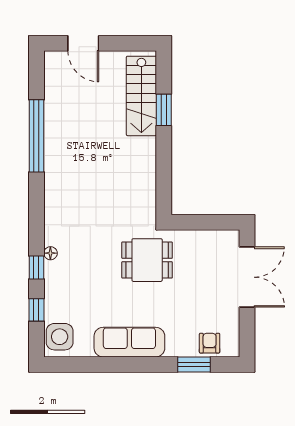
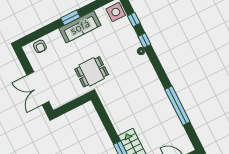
window: (194, 364) -> (70, 18), moved

